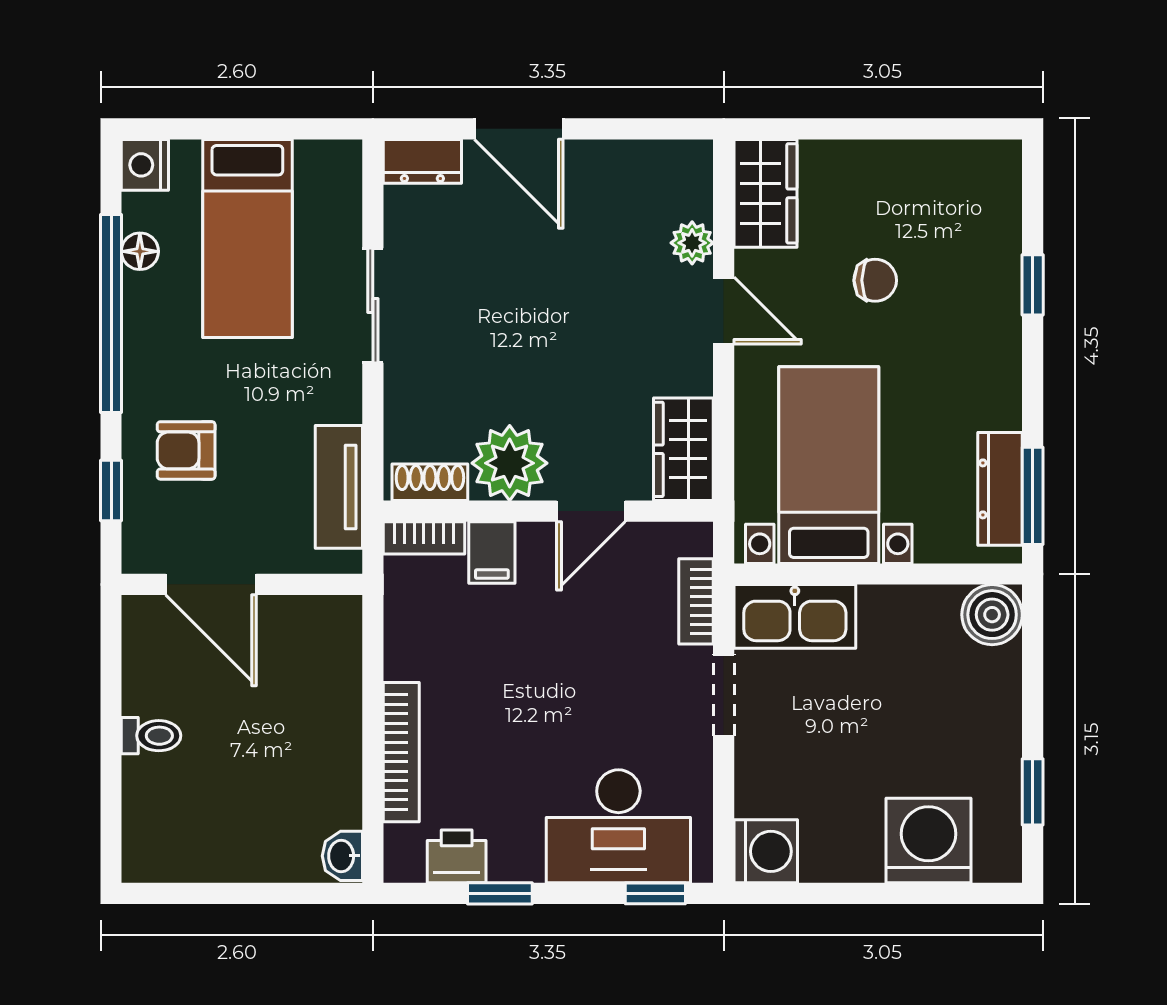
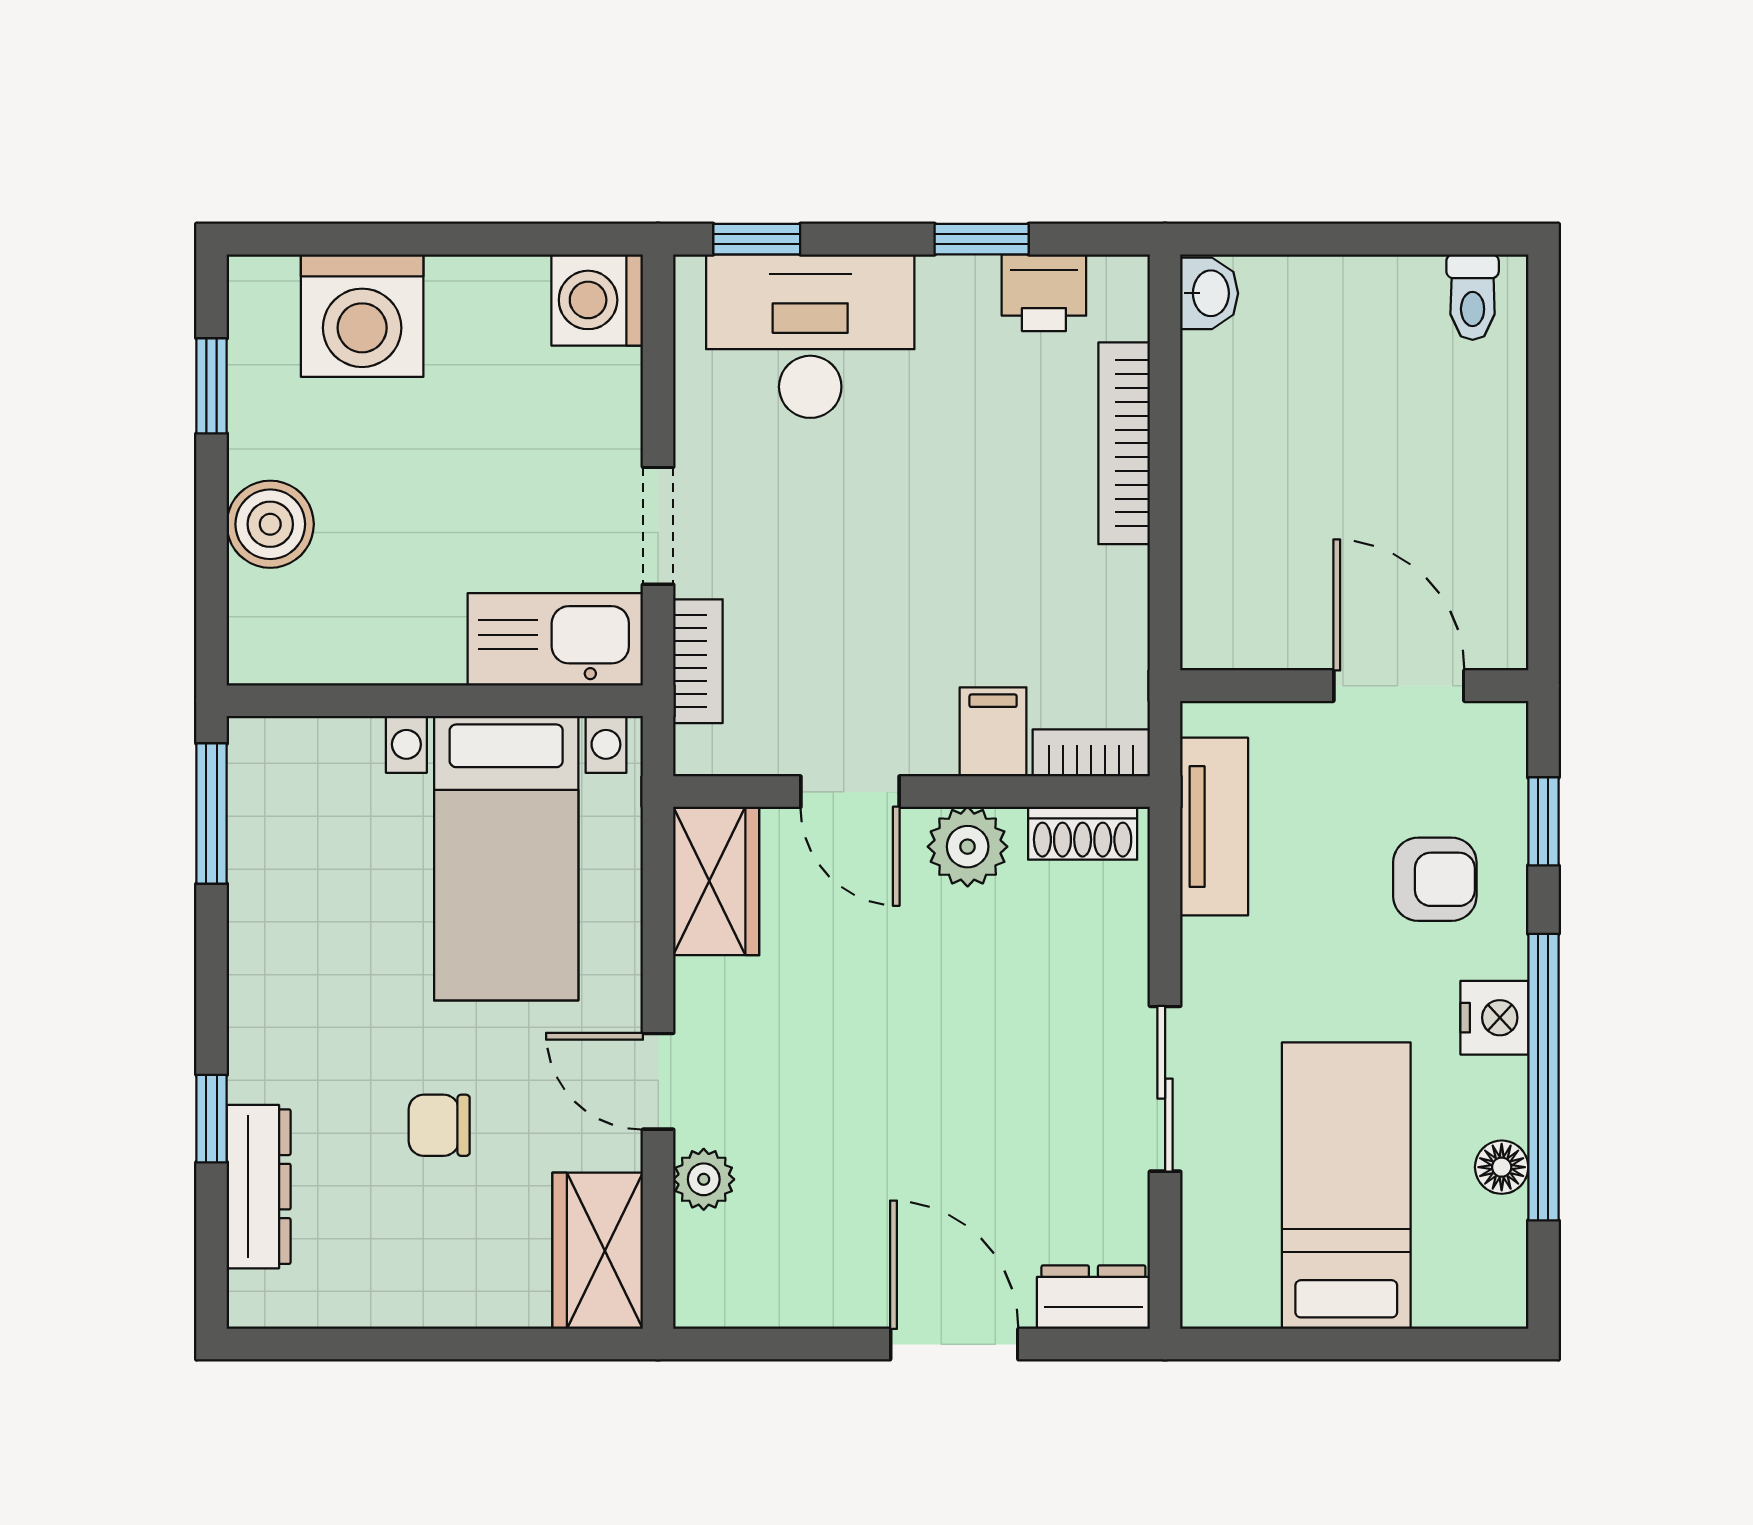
nightstand: (145, 165) -> (1494, 1018), moved
plant: (510, 463) -> (968, 847), width x0.73, depth x0.73
dresser: (1000, 489) -> (259, 1187), moved
door: (591, 511) -> (850, 792), swing flipped
boiler: (992, 615) -> (270, 524), moved
toilet: (151, 736) -> (1473, 297), moved, turned -90

